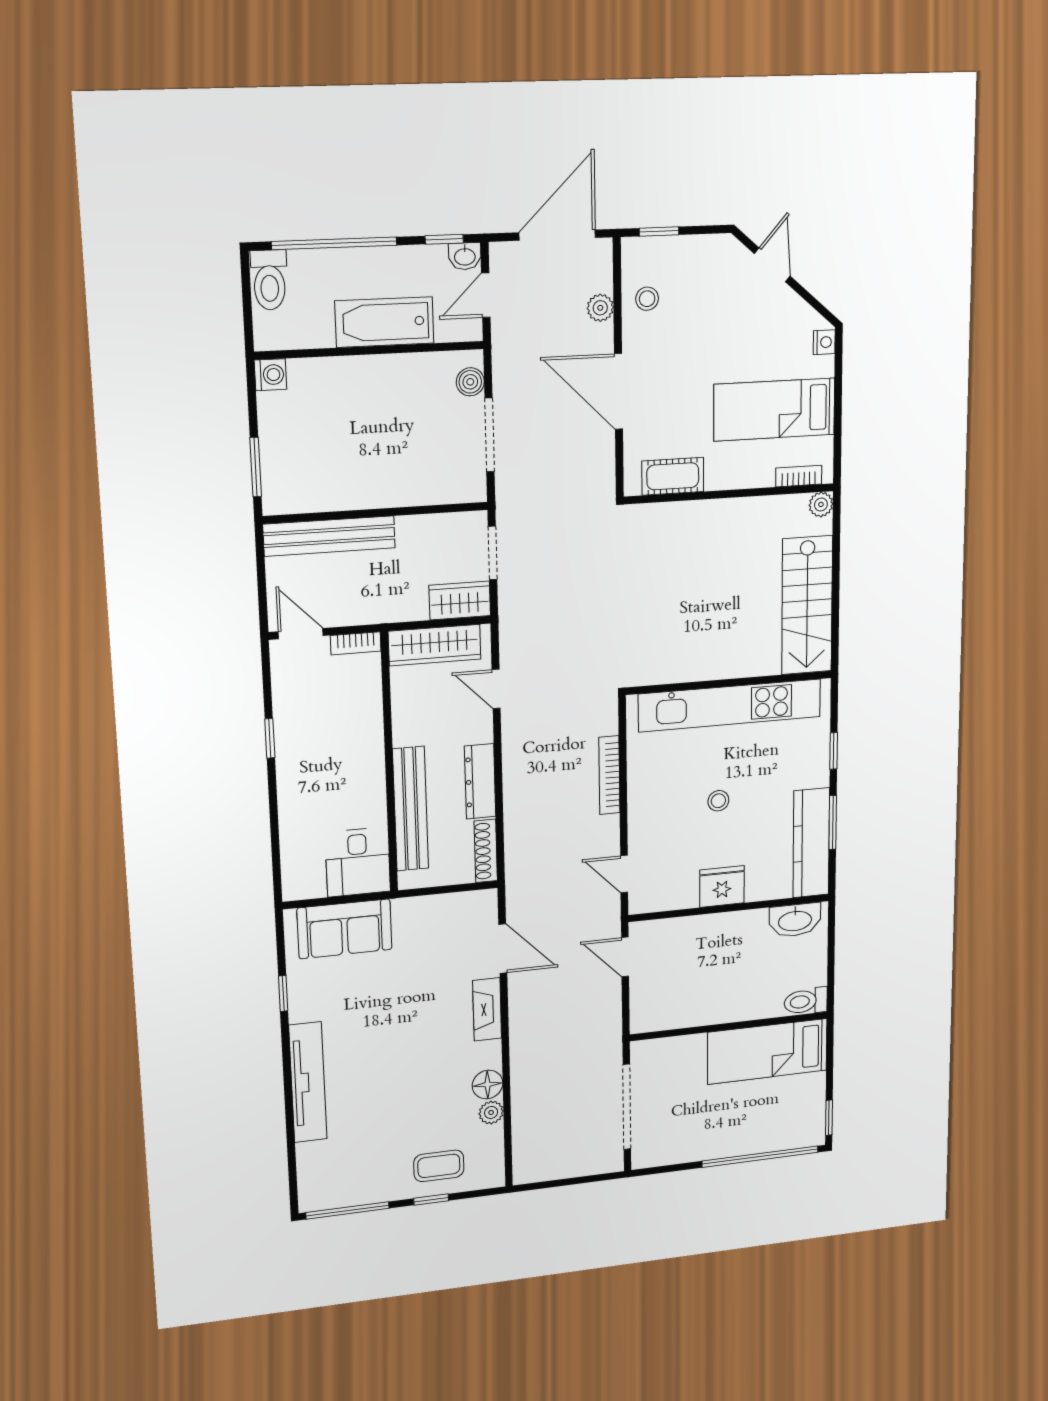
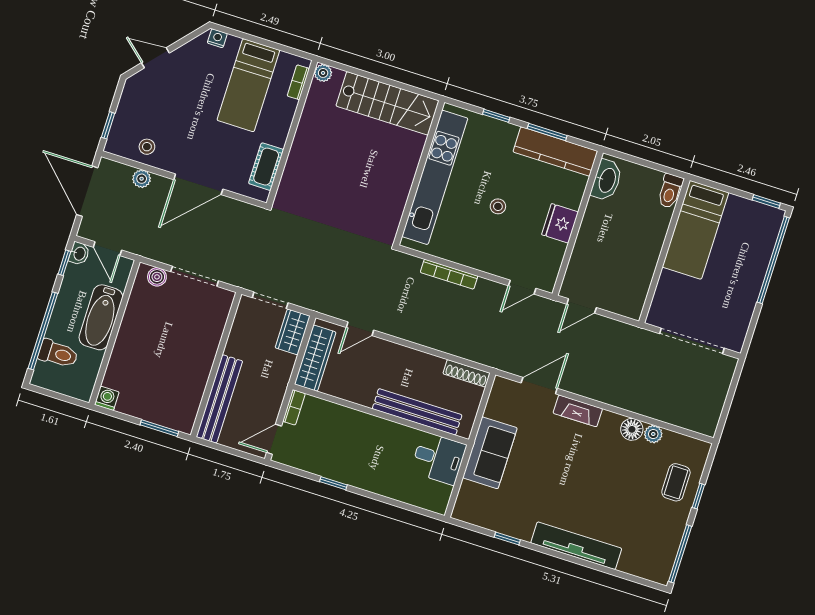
toilet: (269, 280) -> (58, 354), moved
dresser: (480, 781) -> (418, 361), removed
sofa: (345, 929) -> (490, 453), moved

